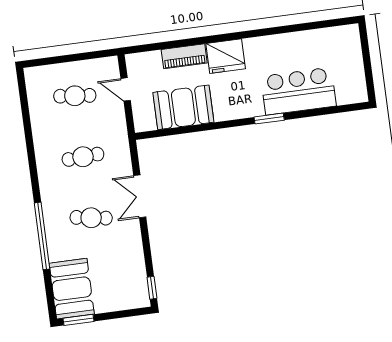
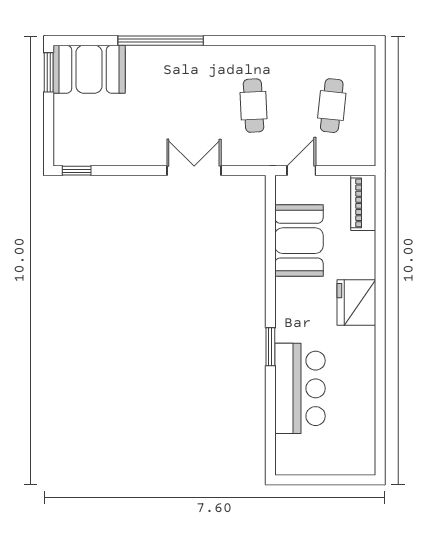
piano: (184, 56) -> (363, 203), moved
door: (126, 89) -> (301, 171), moved
cafe table: (91, 218) -> (175, 106), removed

